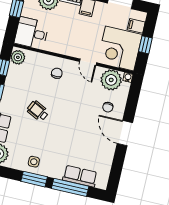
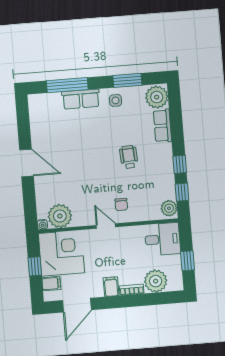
door: (88, 62) -> (106, 226), moved
chair: (108, 107) -> (54, 185), removed
wheelchair: (38, 111) -> (129, 157), turned -120
row of seats: (80, 176) -> (81, 99), moved
window: (34, 179) -> (127, 80), moved

